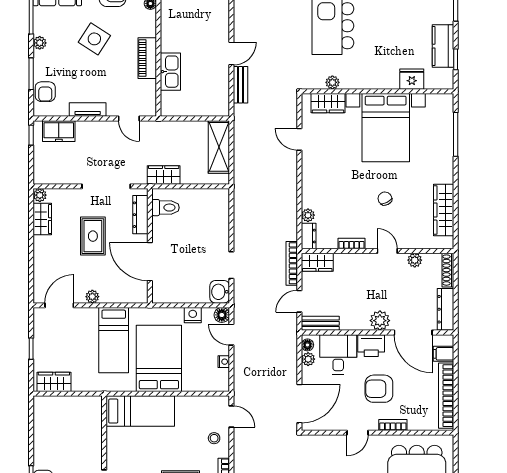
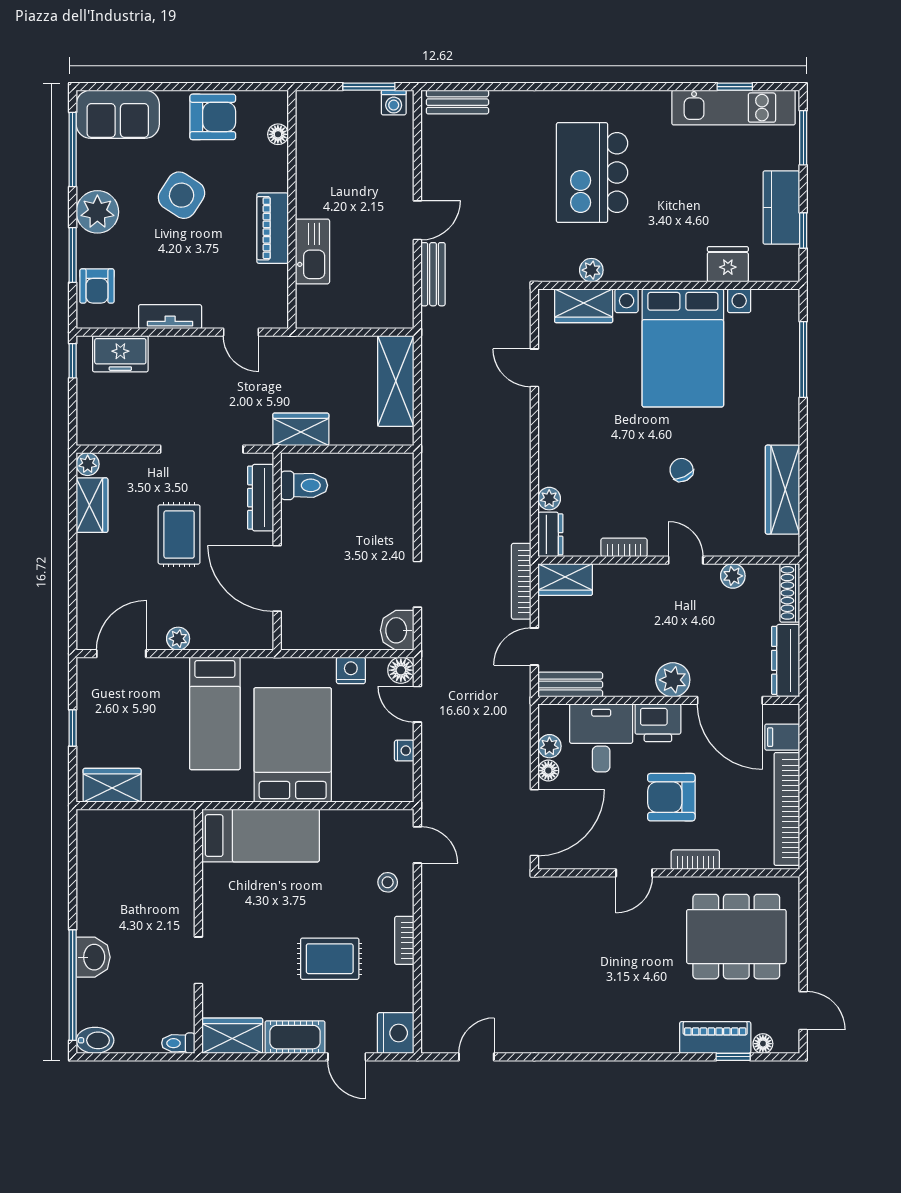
plant: (40, 43) -> (97, 212), width x1.88, depth x1.88
floor lamp: (307, 345) -> (548, 771), moved

